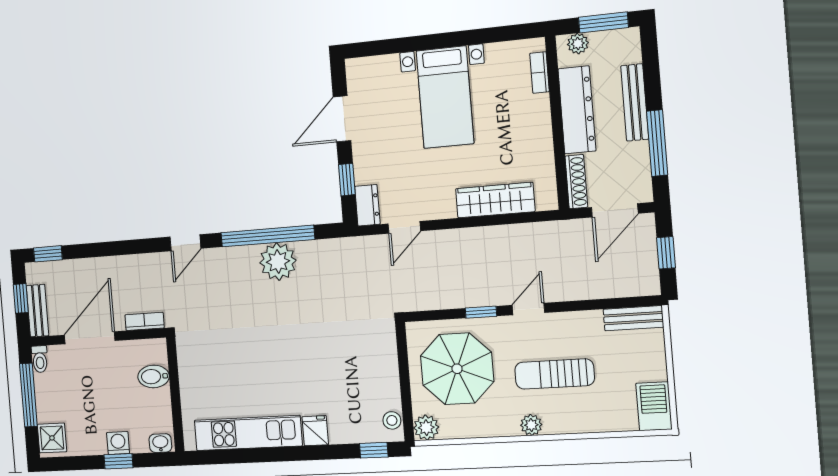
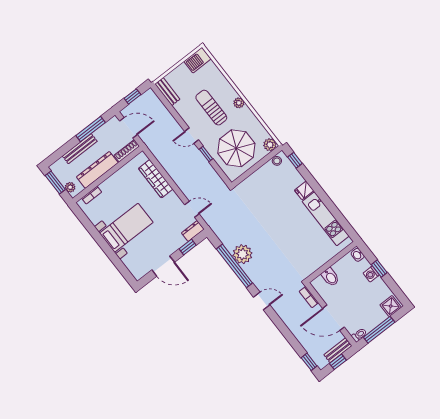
sun lounger: (554, 374) -> (211, 108), turned 180

